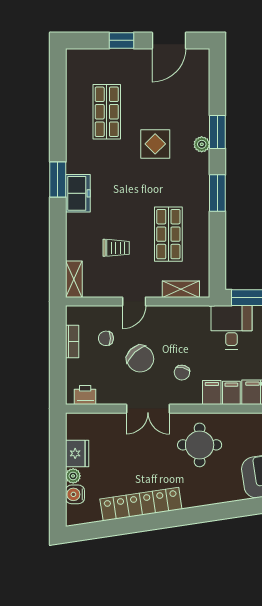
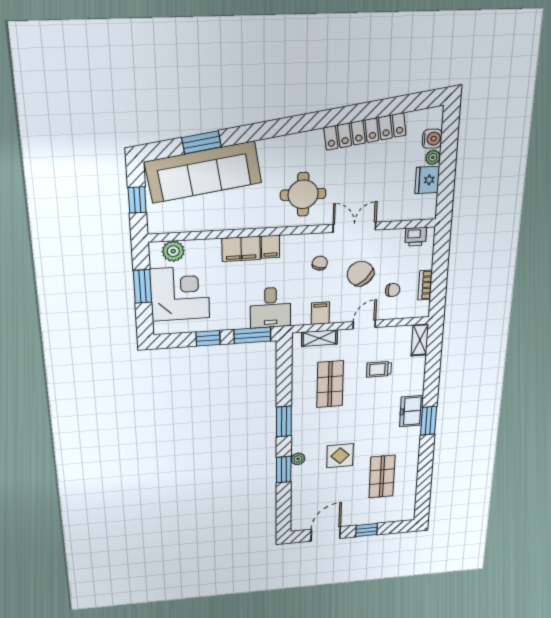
filing cabinet: (212, 393) -> (320, 313), moved, turned 180

